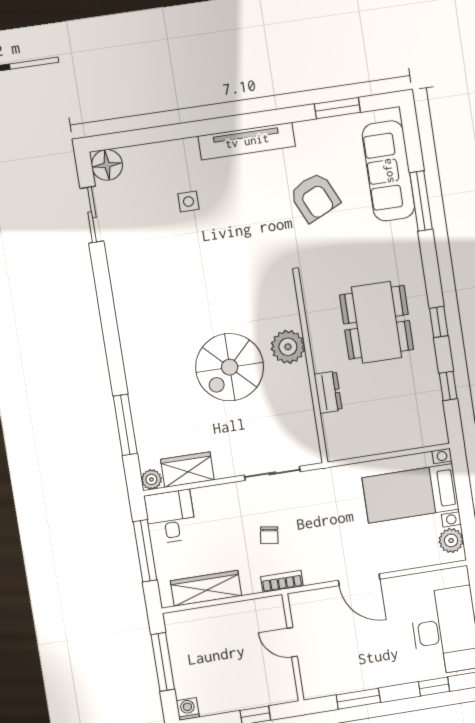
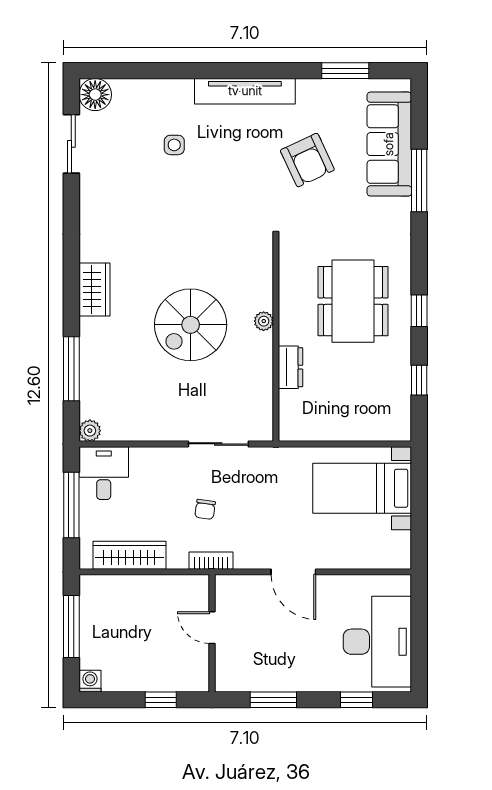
plant: (288, 347) -> (264, 321), width x0.53, depth x0.53
wardrobe: (187, 470) -> (94, 290), moved, turned 90
plant: (451, 540) -> (398, 545), removed

